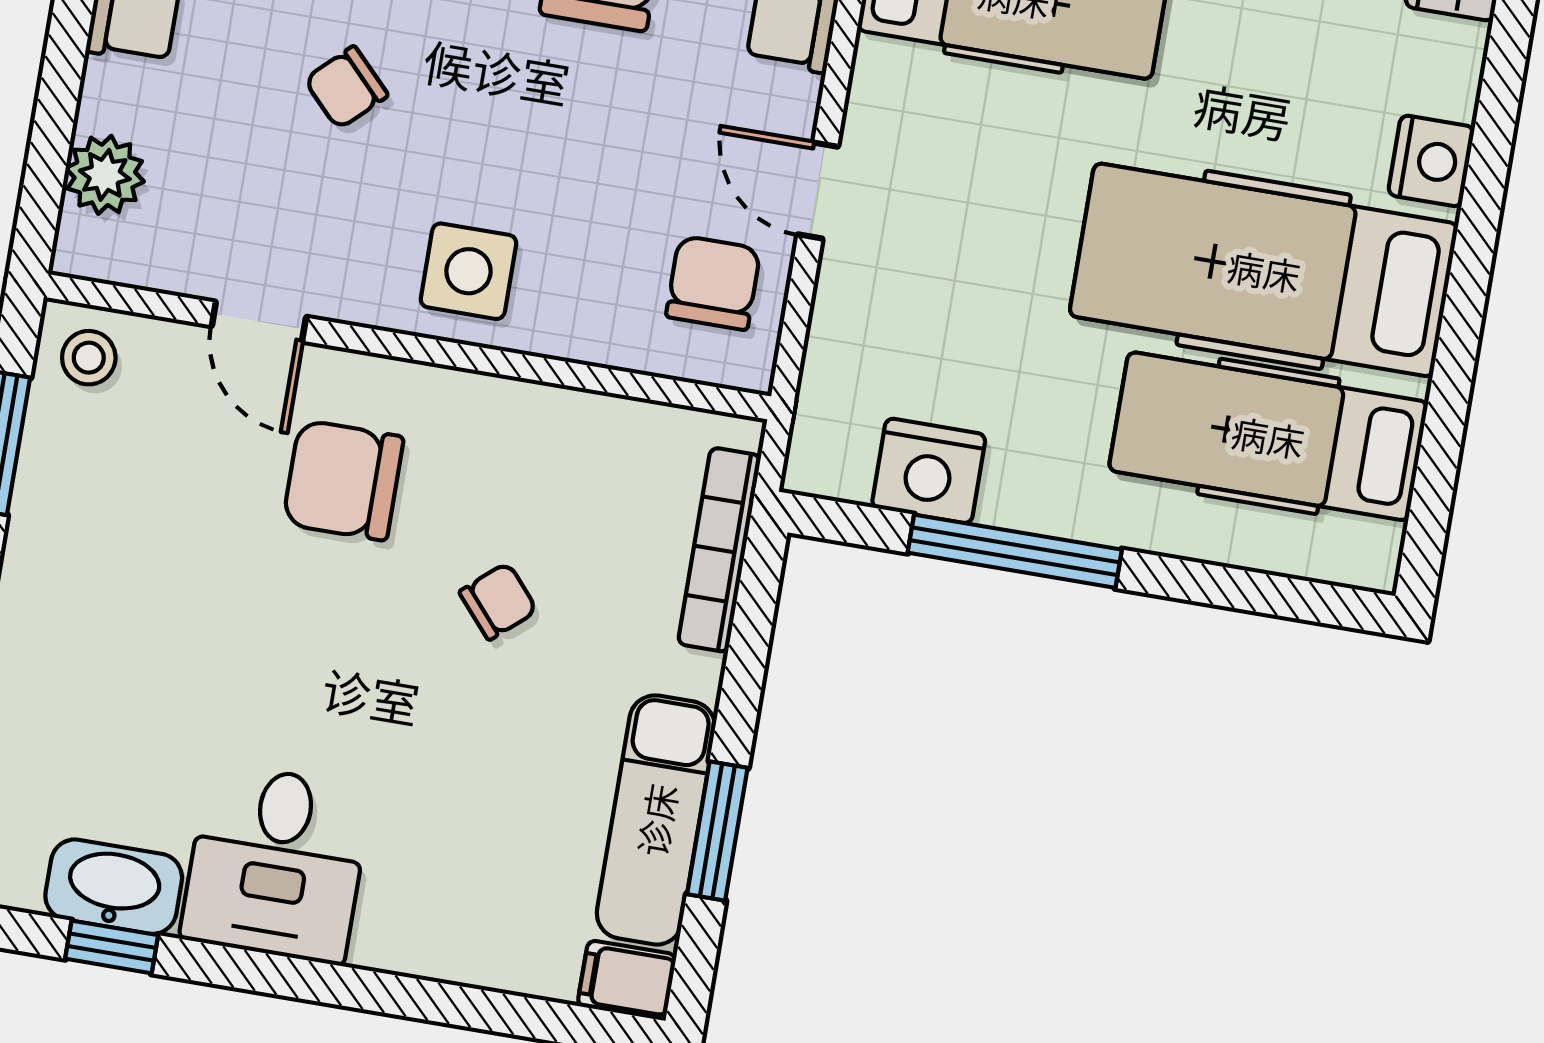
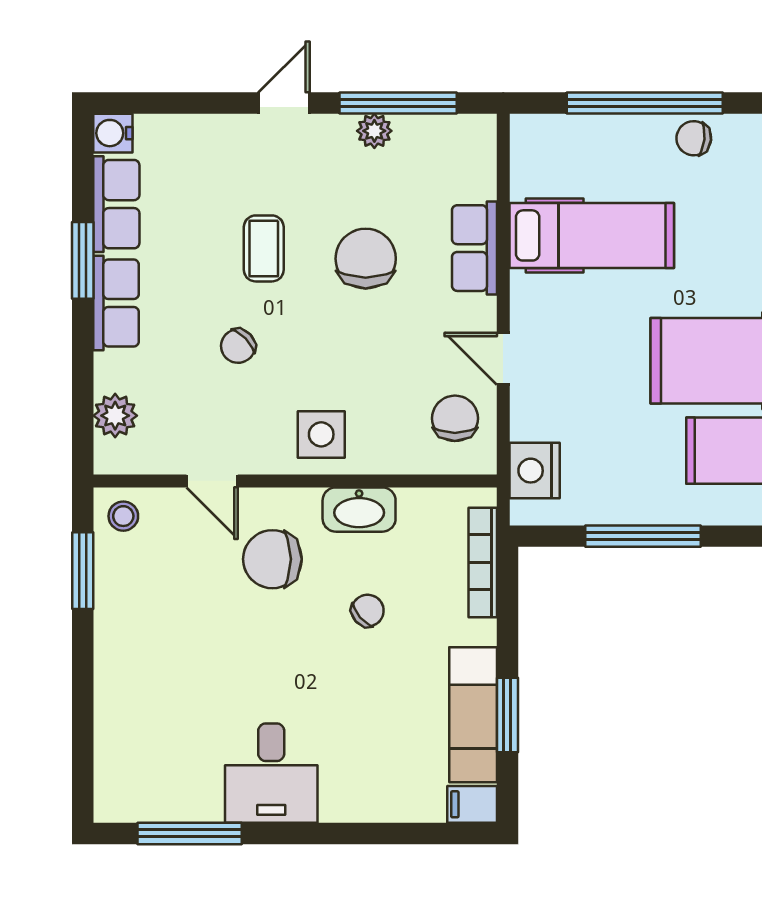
nightstand: (929, 471) -> (535, 471), moved, turned 90
washbasin: (114, 887) -> (359, 510), moved, turned 180
window: (112, 947) -> (190, 833), width x2.17

